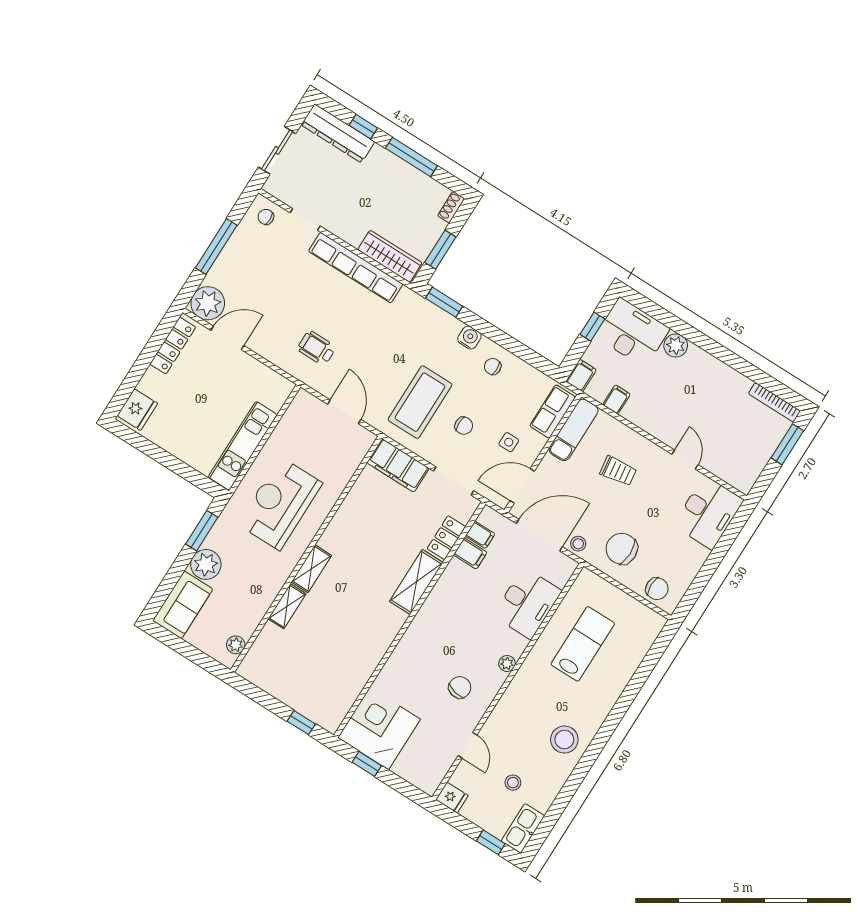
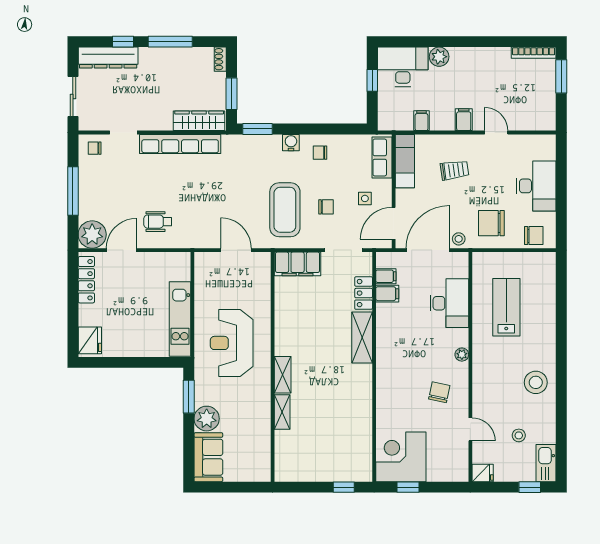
wheelchair: (317, 348) -> (158, 222), moved
filing cabinet: (581, 375) -> (464, 120), moved
desk: (708, 513) -> (536, 186), moved
plant: (236, 645) -> (263, 462), removed

